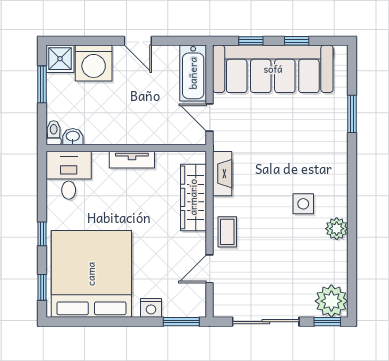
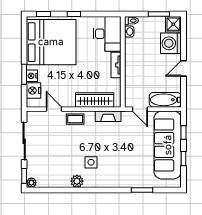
door: (210, 118) -> (140, 109), swing flipped
desk: (69, 175) -> (107, 34), width x1.37
plant: (331, 301) -> (31, 183), width x0.53, depth x0.53
nightstand: (177, 305) -> (34, 91), added
window: (181, 322) -> (24, 74), moved

